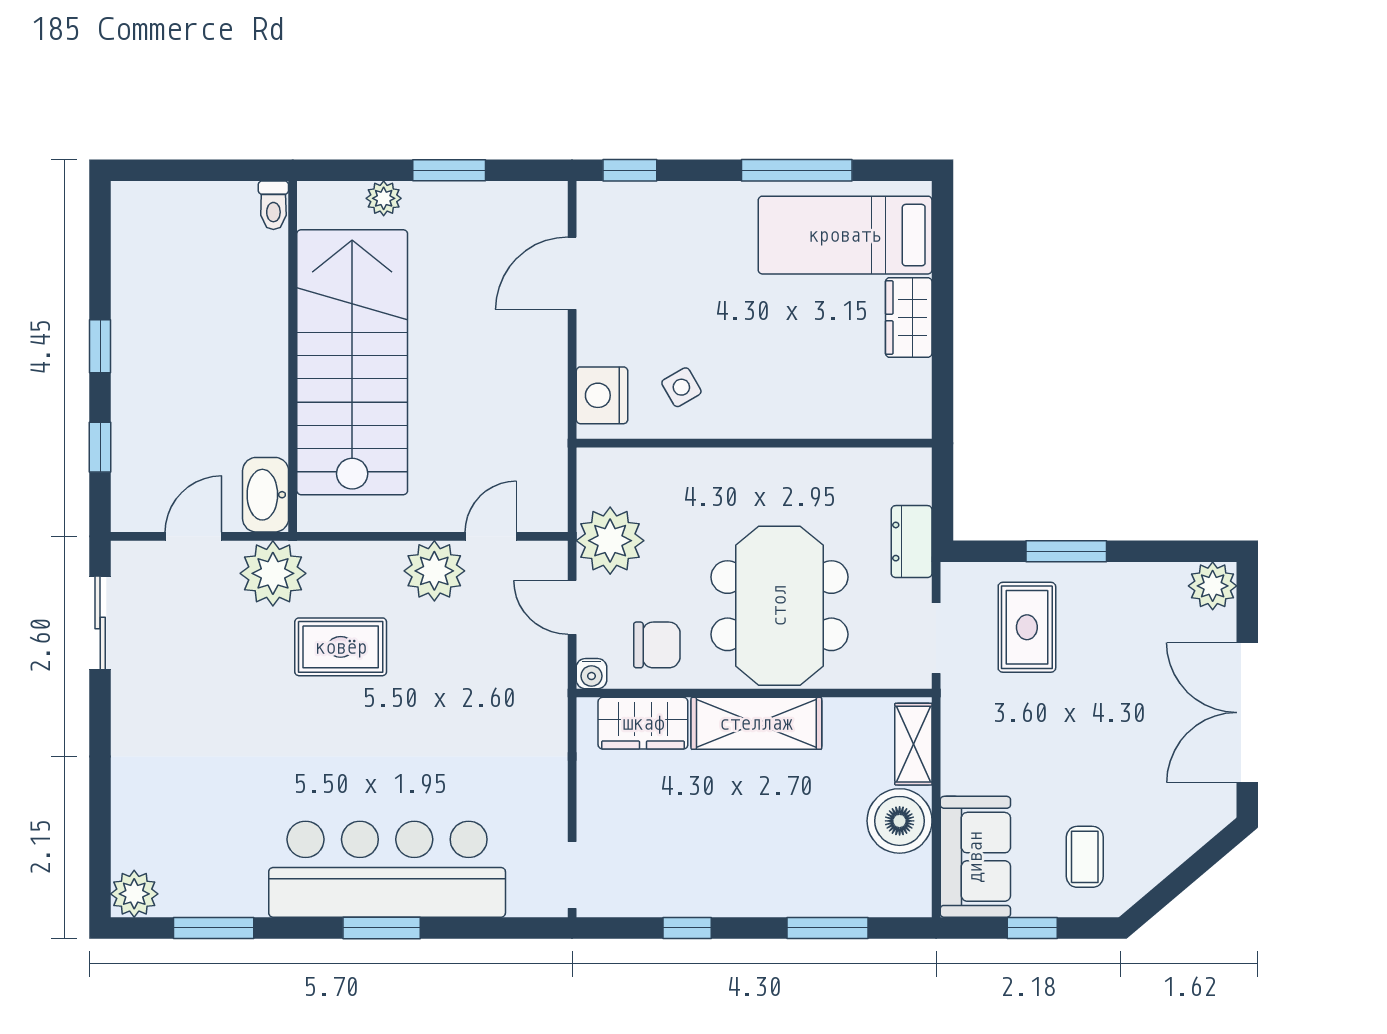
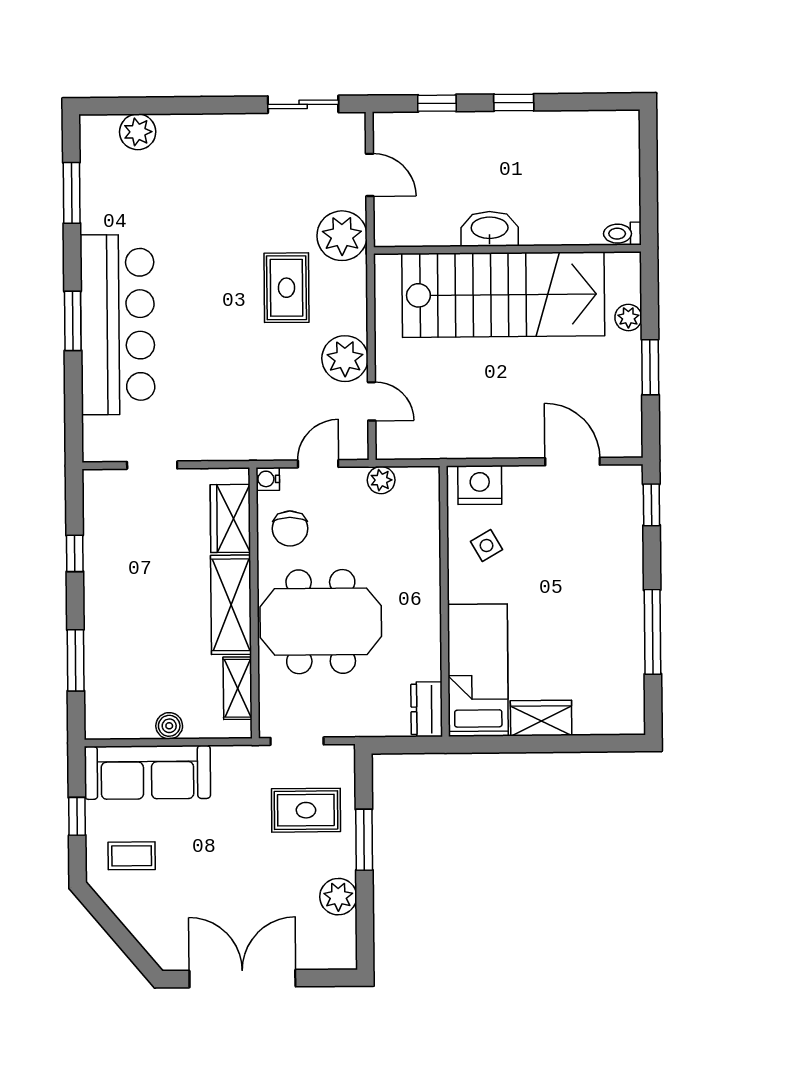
bed: (845, 235) -> (478, 670), moved
washbasin: (266, 495) -> (490, 229), moved
plant: (610, 541) -> (381, 480), width x0.53, depth x0.53
dresser: (912, 542) -> (427, 709), moved, turned -90
plant: (1213, 586) -> (338, 897), moved
shelving: (913, 744) -> (238, 688), moved, turned 90
boiler: (900, 821) -> (169, 726), width x0.54, depth x0.54
sofa: (975, 857) -> (147, 772), width x1.36
doorway: (572, 875) -> (152, 465), moved
plant: (134, 894) -> (138, 132), moved

